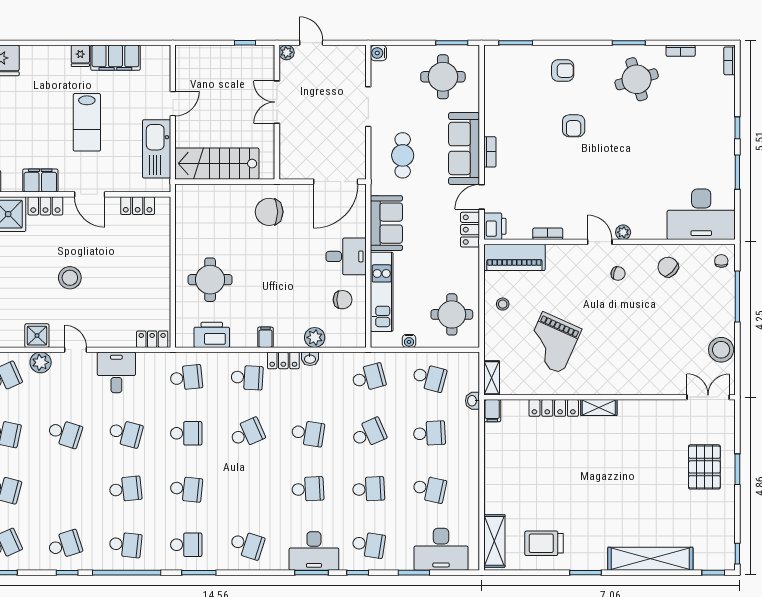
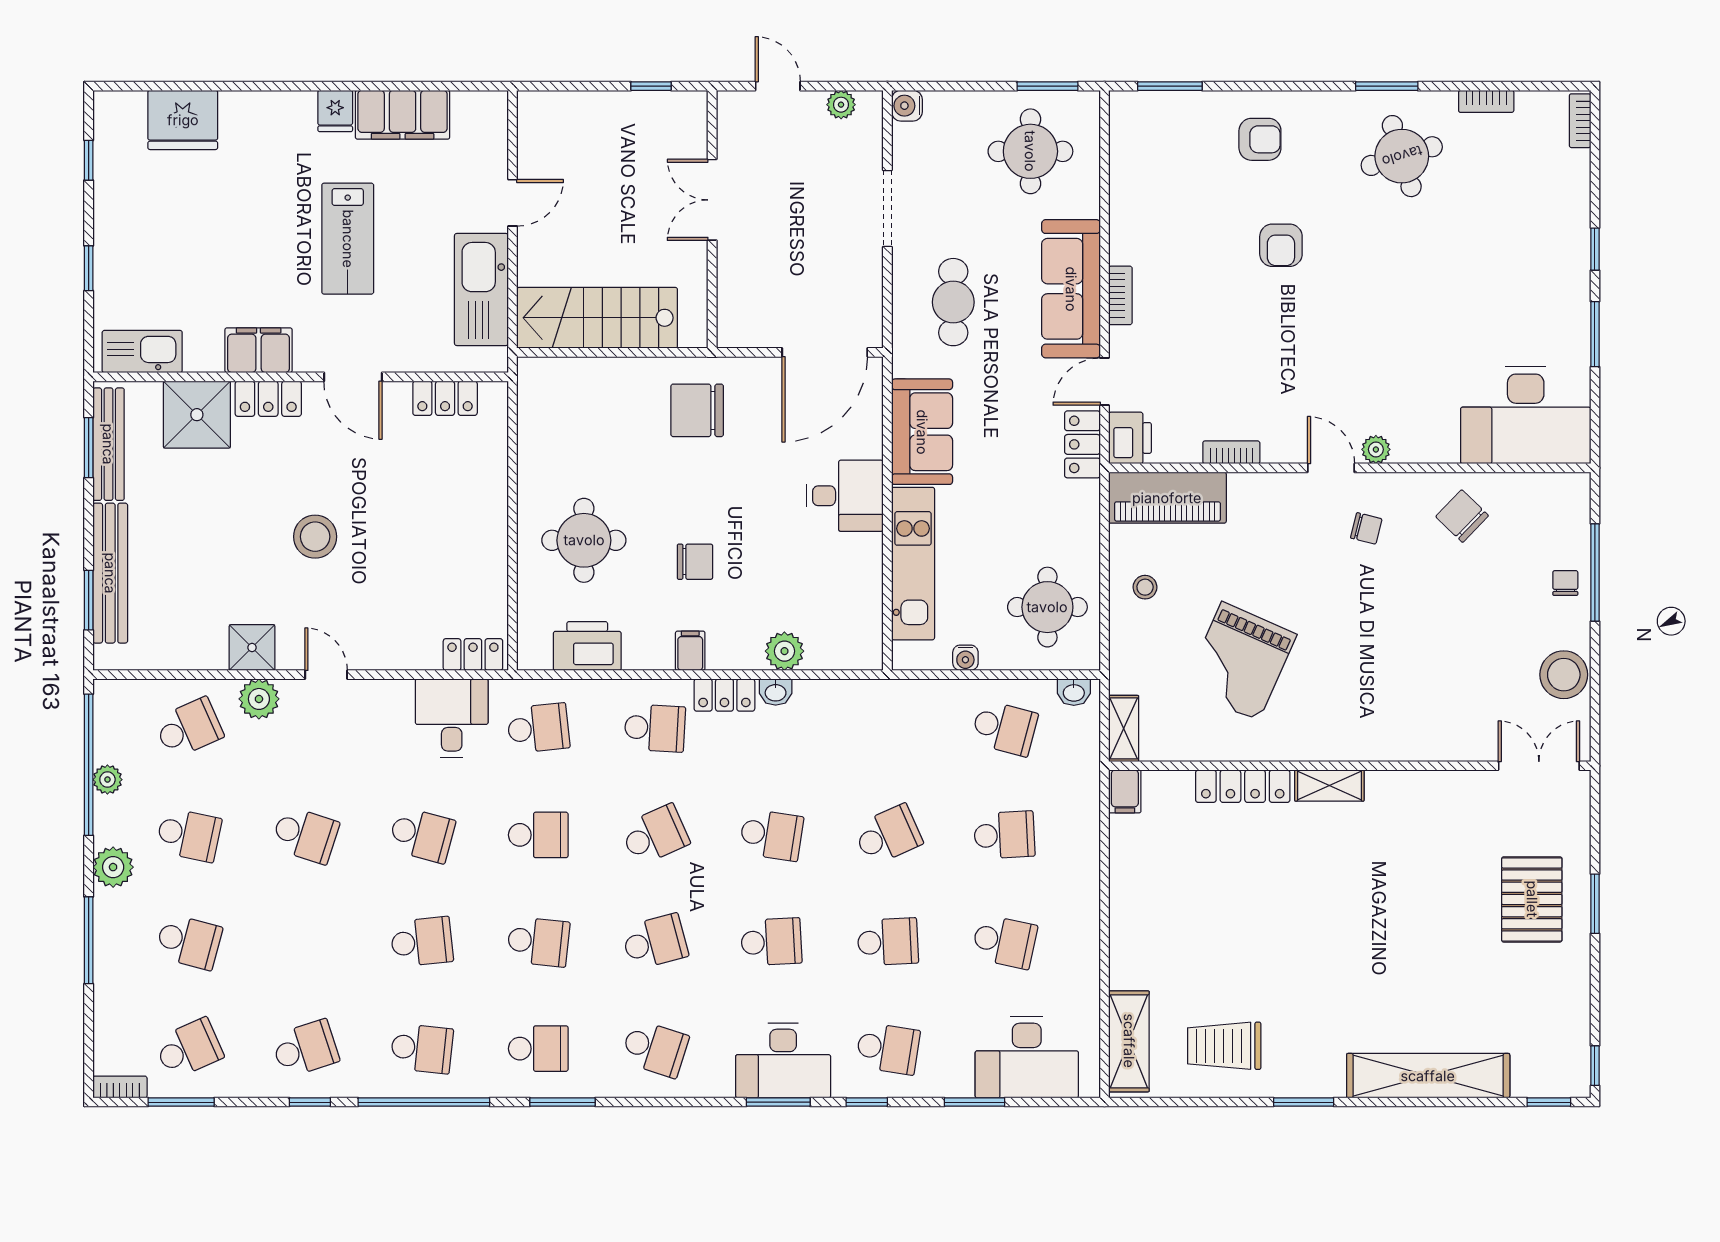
plant: (287, 52) -> (841, 105), moved
chair: (721, 261) -> (1565, 583), moved
chair: (343, 300) -> (695, 562), moved
desk: (116, 372) -> (452, 718), moved
school desk: (369, 378) -> (655, 942), moved
washbasin: (472, 401) -> (1074, 692), moved, turned -90

